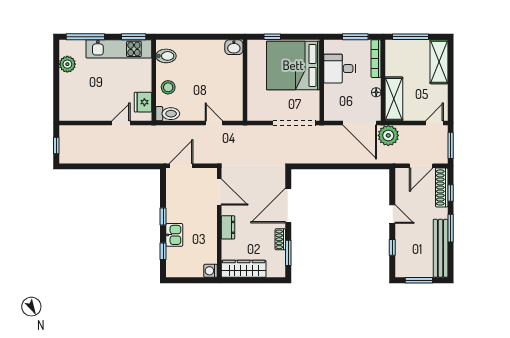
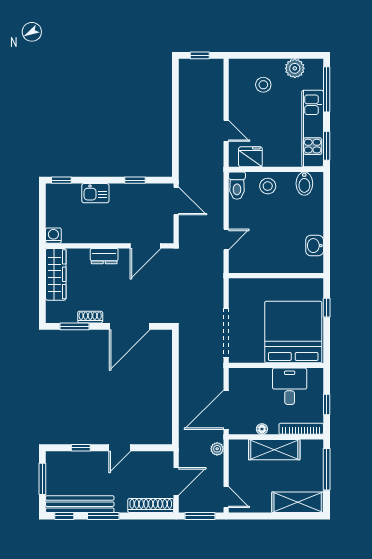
window: (355, 37) -> (327, 405), width x0.67
washbasin: (234, 47) -> (315, 246), moved
stool: (81, 91) -> (263, 85), added
shelving: (394, 99) -> (274, 450), moved
plant: (388, 135) -> (217, 449), width x0.53, depth x0.53
door: (421, 166) -> (176, 481), swing flipped
window: (451, 193) -> (64, 516), moved
door: (288, 206) -> (130, 326), swing flipped
window: (163, 217) -> (135, 180), moved
window: (163, 251) -> (61, 180), moved

